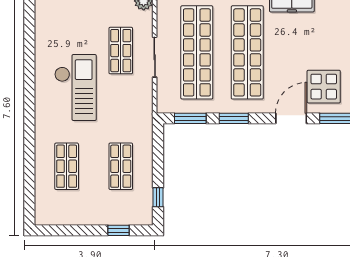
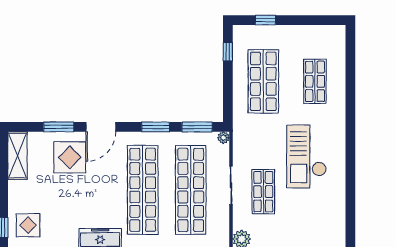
plant: (163, 107) -> (223, 138), added
shop shelf: (121, 166) -> (263, 81), width x1.43, depth x1.36

